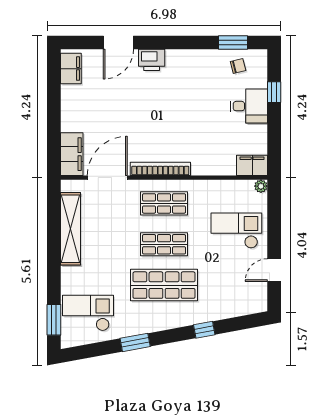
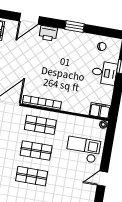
window: (233, 42) -> (75, 27), moved
shop shelf: (164, 285) -> (32, 176), width x0.70, depth x0.74

